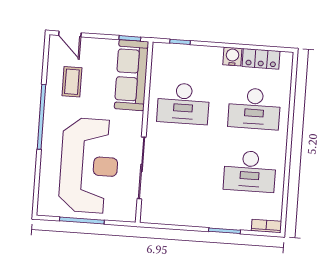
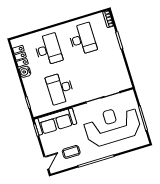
desk: (183, 104) -> (60, 88), turned 180

